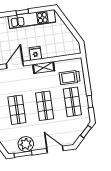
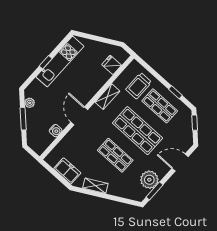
fridge: (35, 53) -> (112, 65), moved
shop shelf: (45, 106) -> (137, 131), width x1.43, depth x1.36

